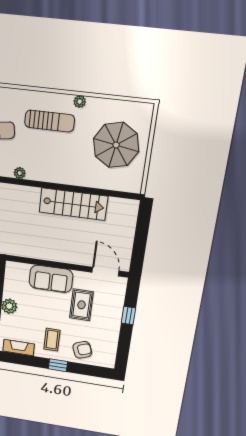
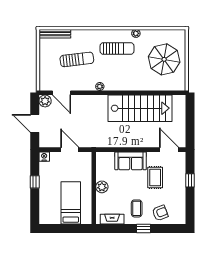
stairs: (73, 204) -> (140, 108), width x1.36, depth x1.51

